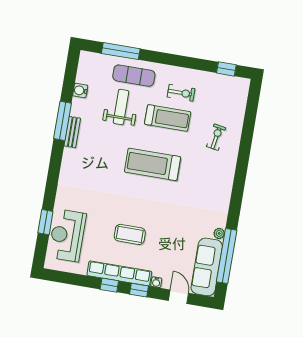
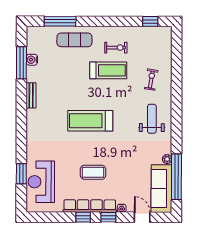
weight bench: (121, 107) -> (152, 119), moved
window: (63, 121) -> (21, 63), moved
treadmill: (153, 164) -> (90, 121), moved

